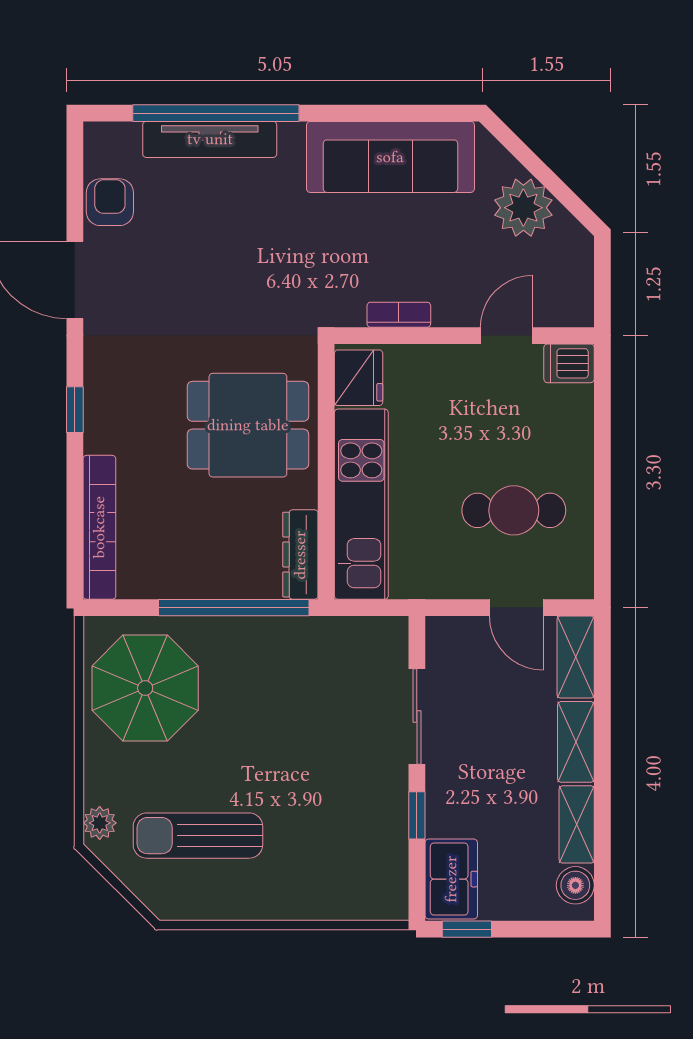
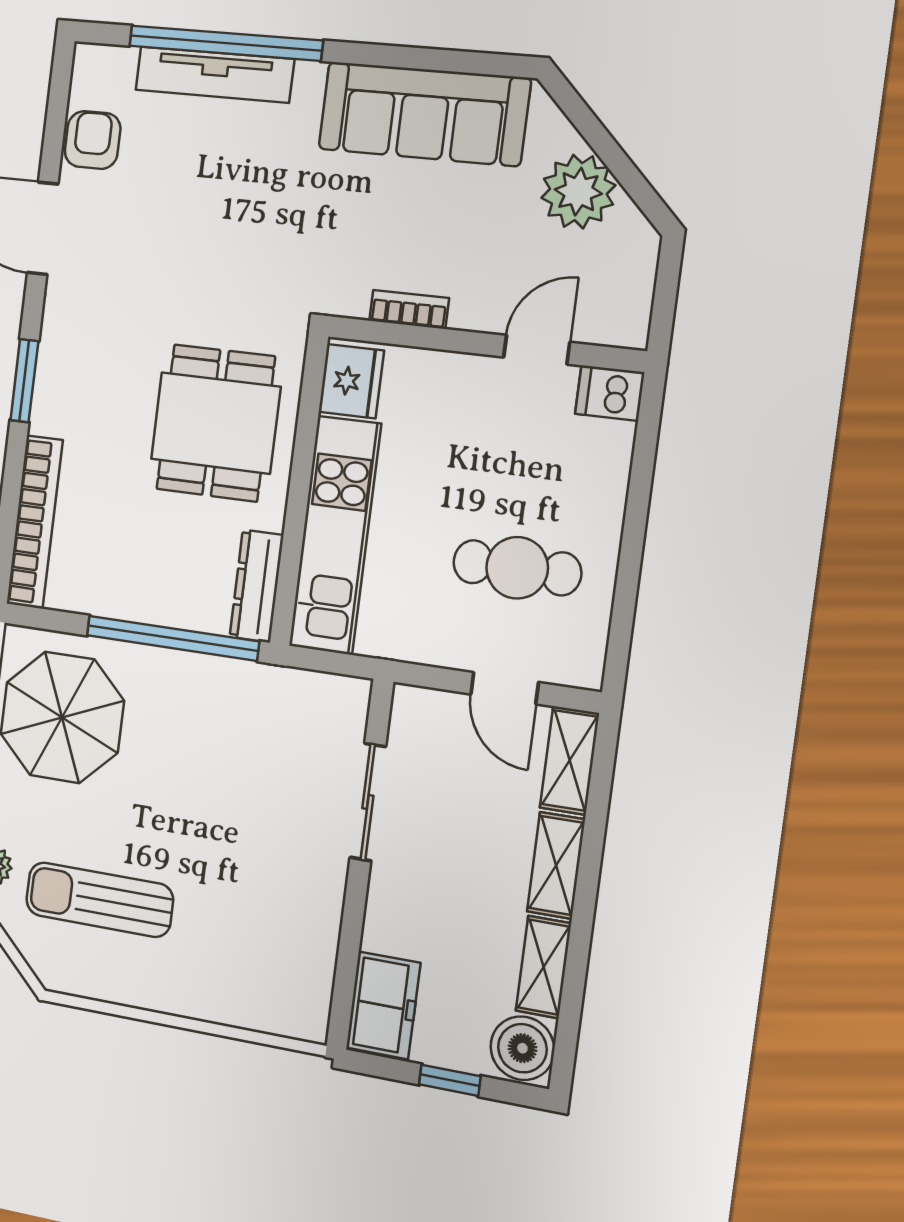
window: (75, 410) -> (24, 381), width x1.50
dining table: (248, 425) -> (216, 423), turned 90
window: (417, 815) -> (353, 921), removed
boiler: (575, 885) -> (522, 1048), width x1.36, depth x1.36
window: (467, 929) -> (450, 1080), moved

